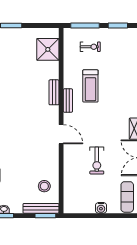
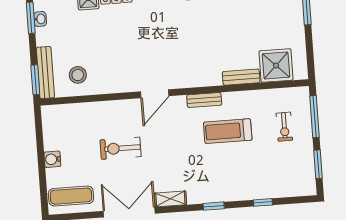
bench: (54, 92) -> (241, 77), moved

